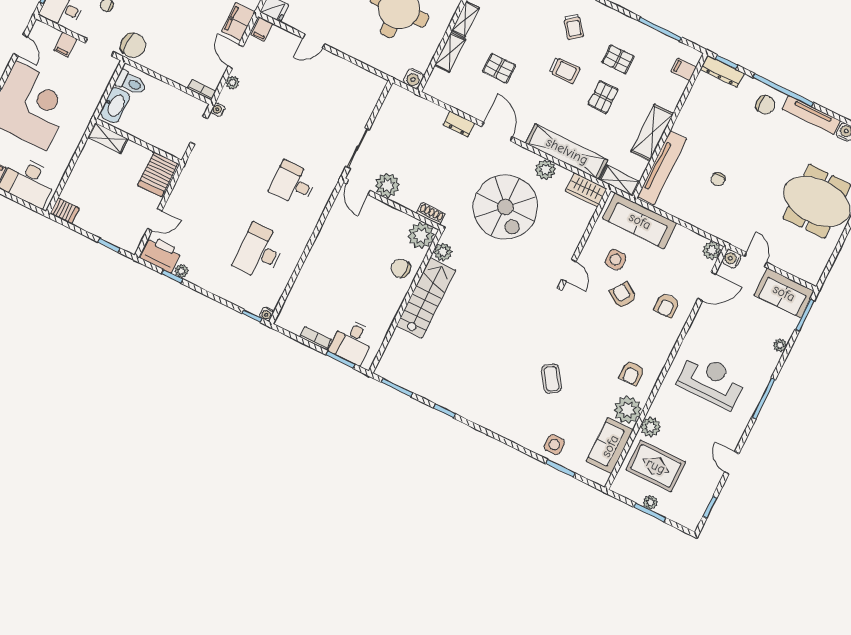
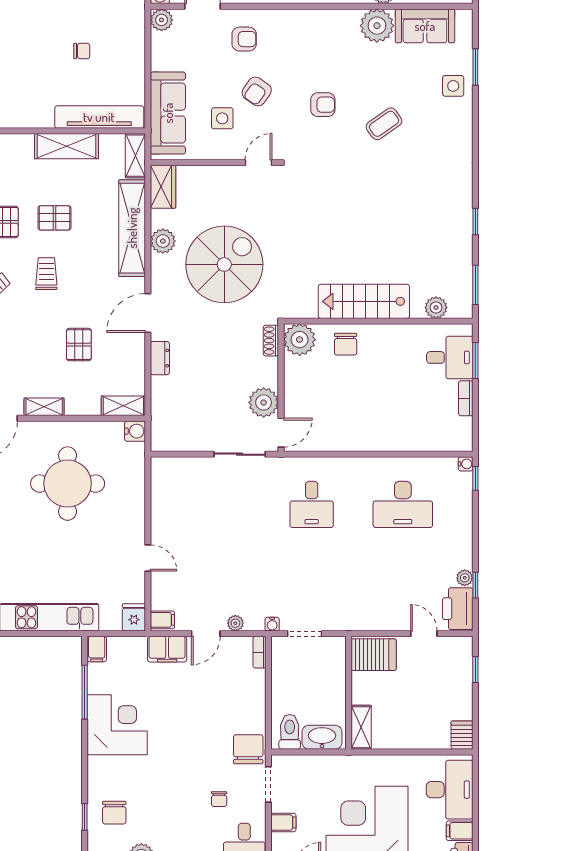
shelving: (450, 52) -> (123, 406), moved
plant: (443, 252) -> (436, 308), moved
armchair: (632, 373) -> (323, 105), moved

